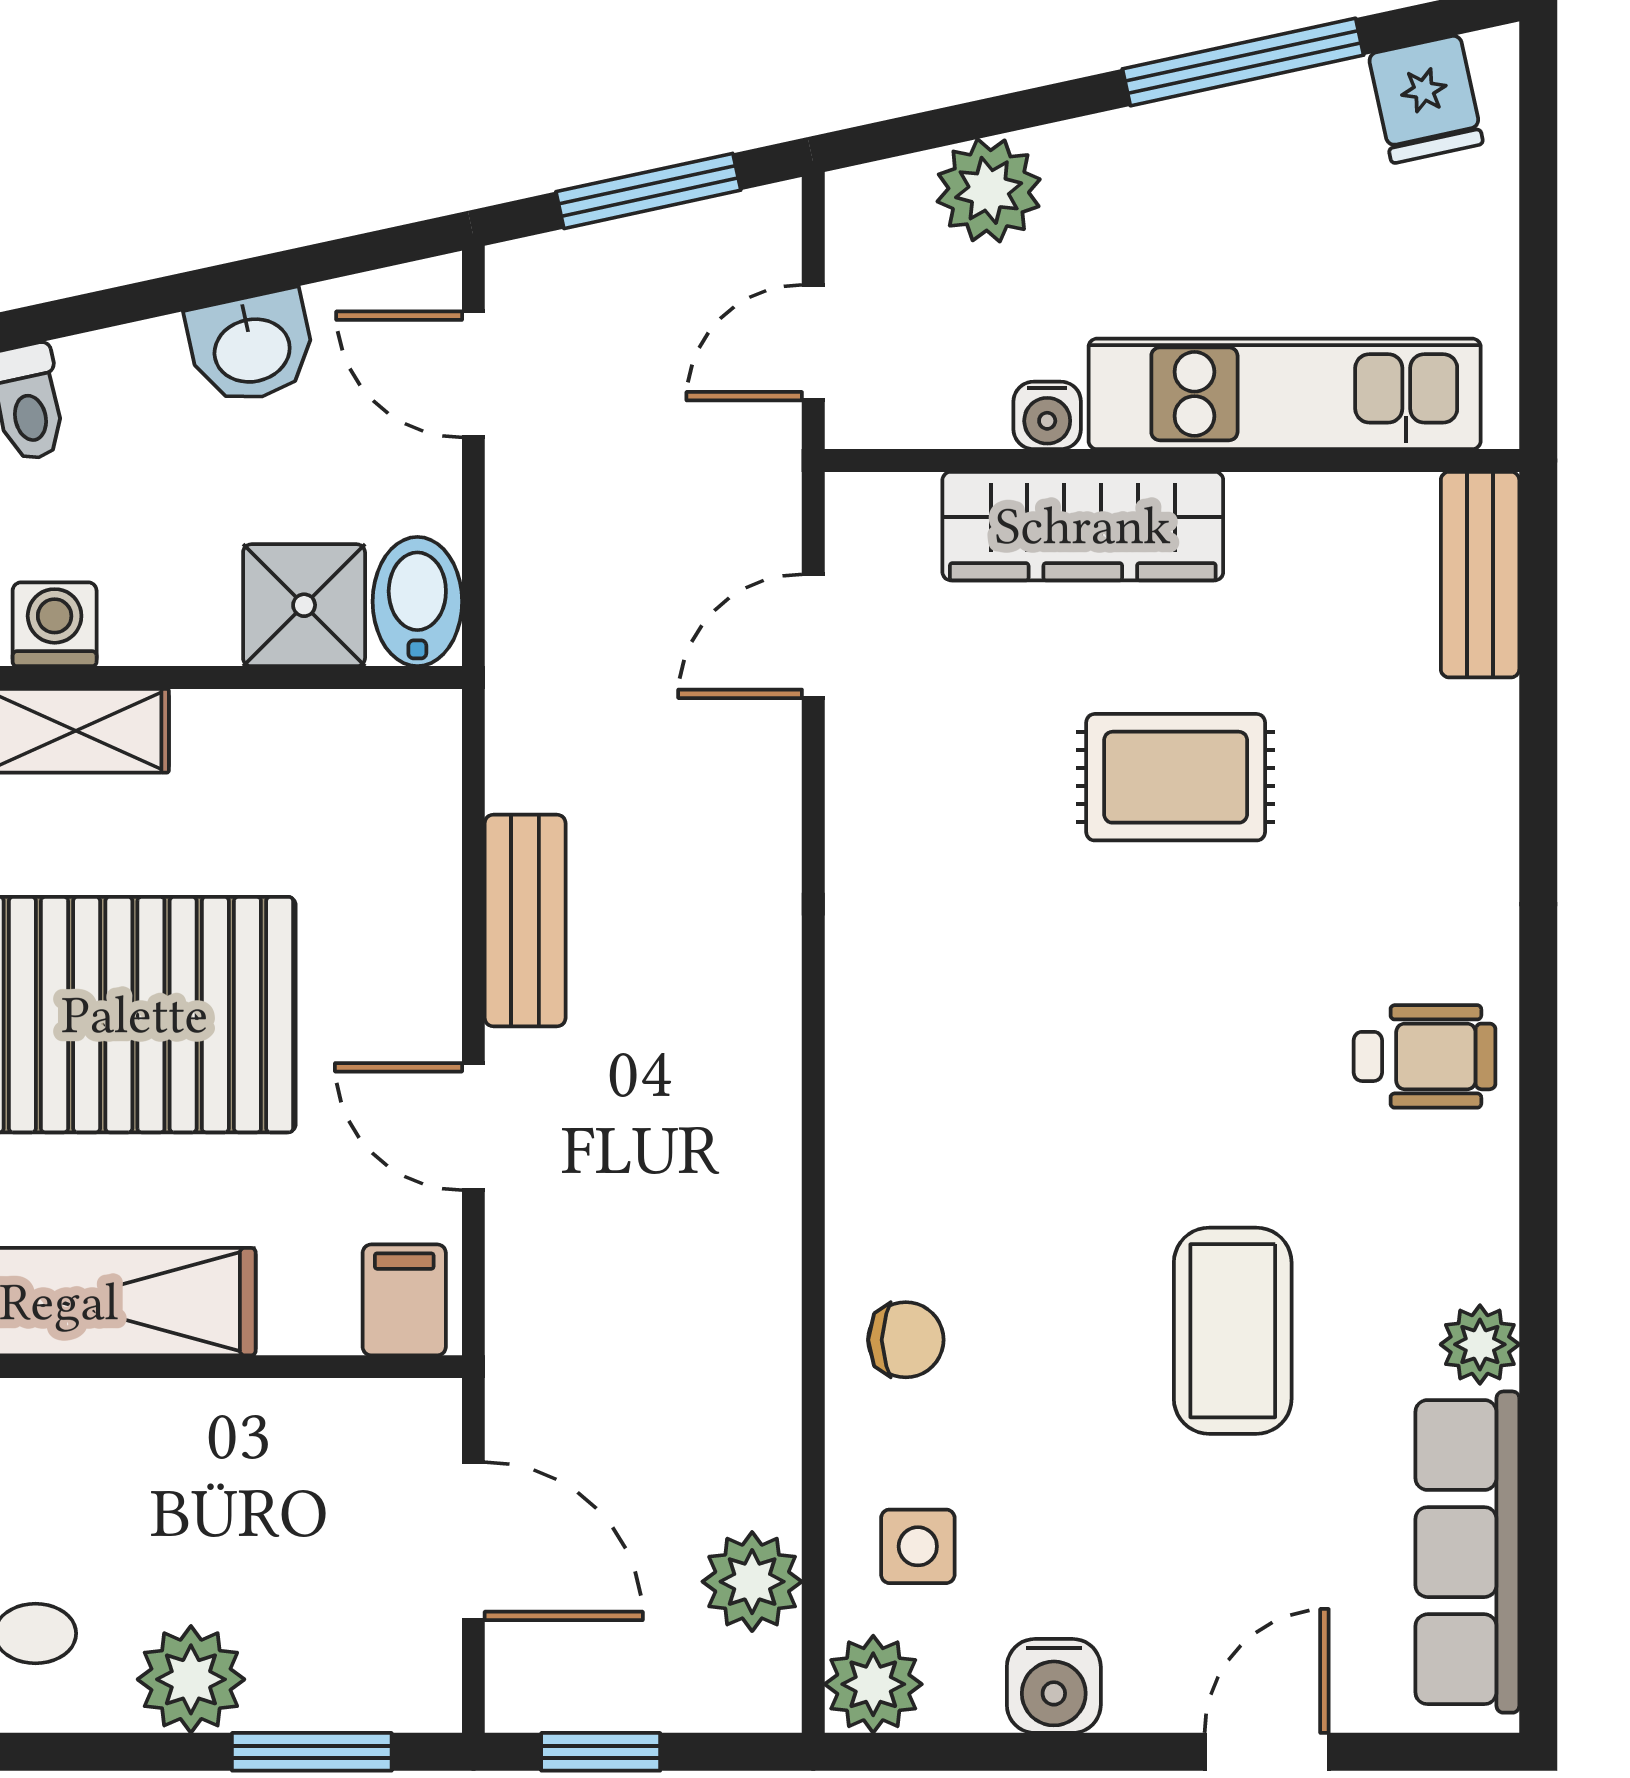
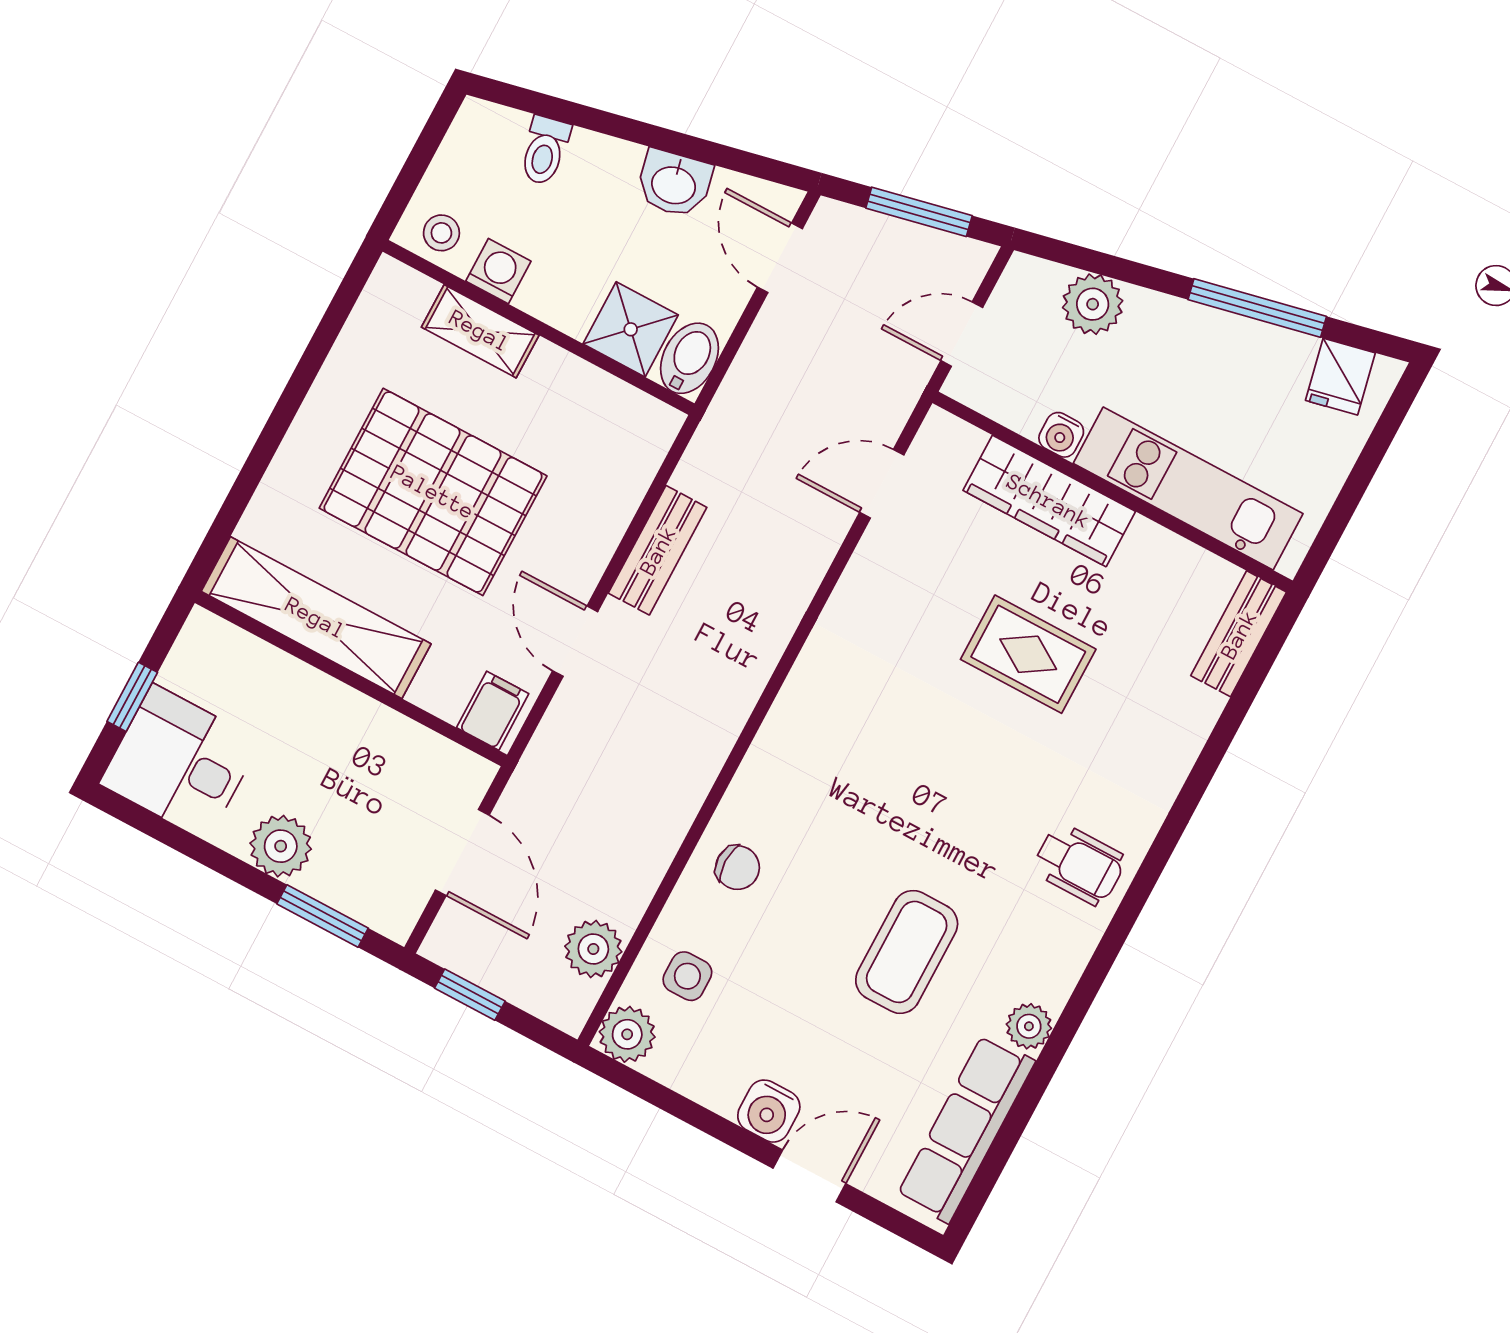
water cooler: (1054, 1686) -> (769, 1111), moved

